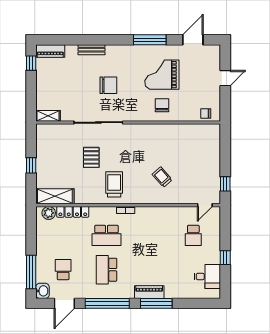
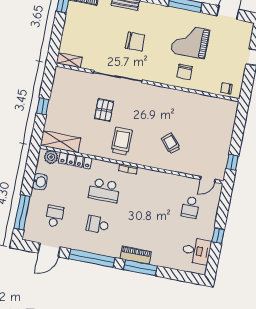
chair: (162, 105) -> (185, 72), turned 180
school desk: (107, 270) -> (98, 225), width x0.54
washbasin: (42, 291) -> (40, 182), moved

